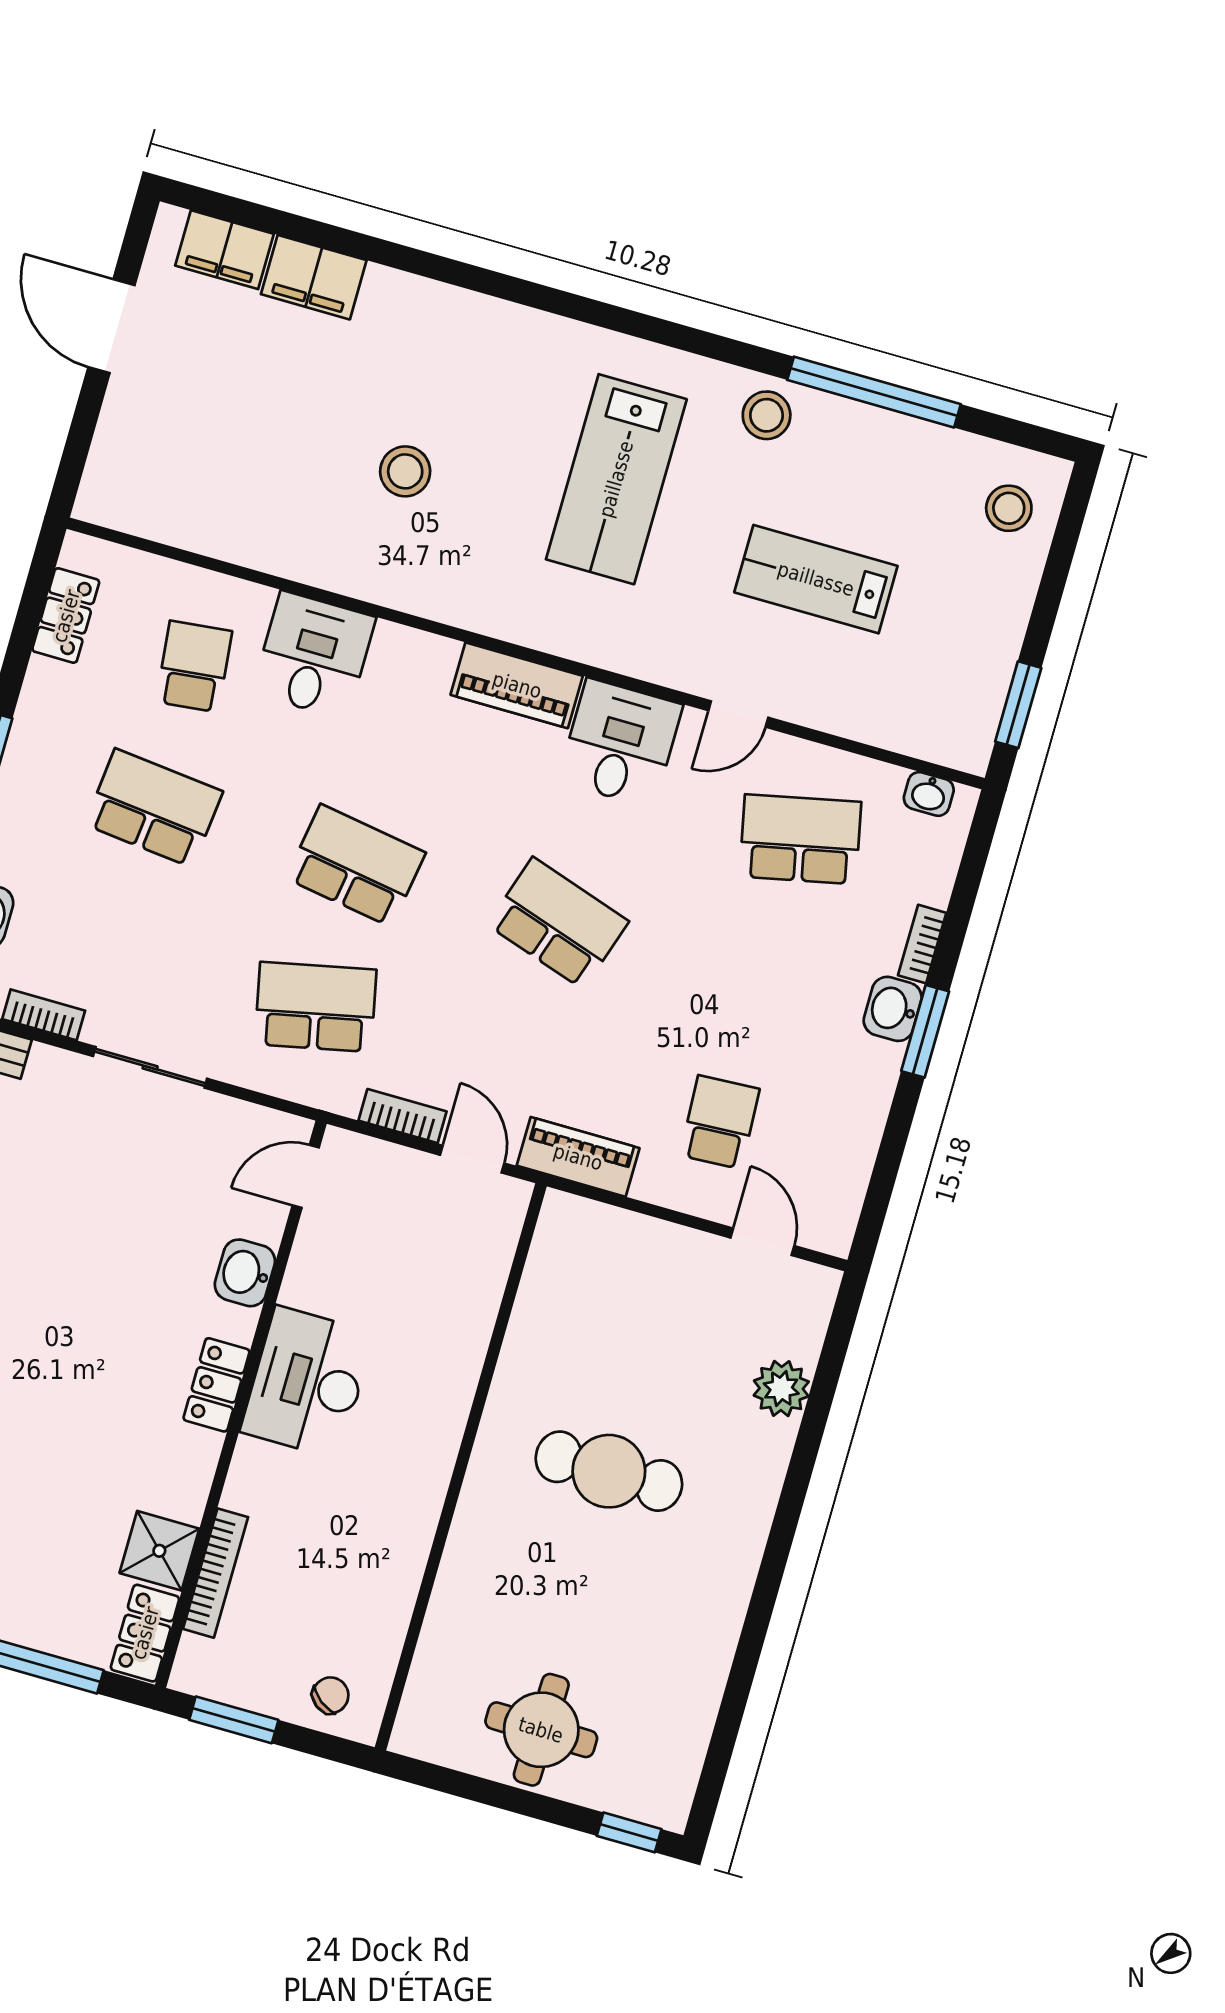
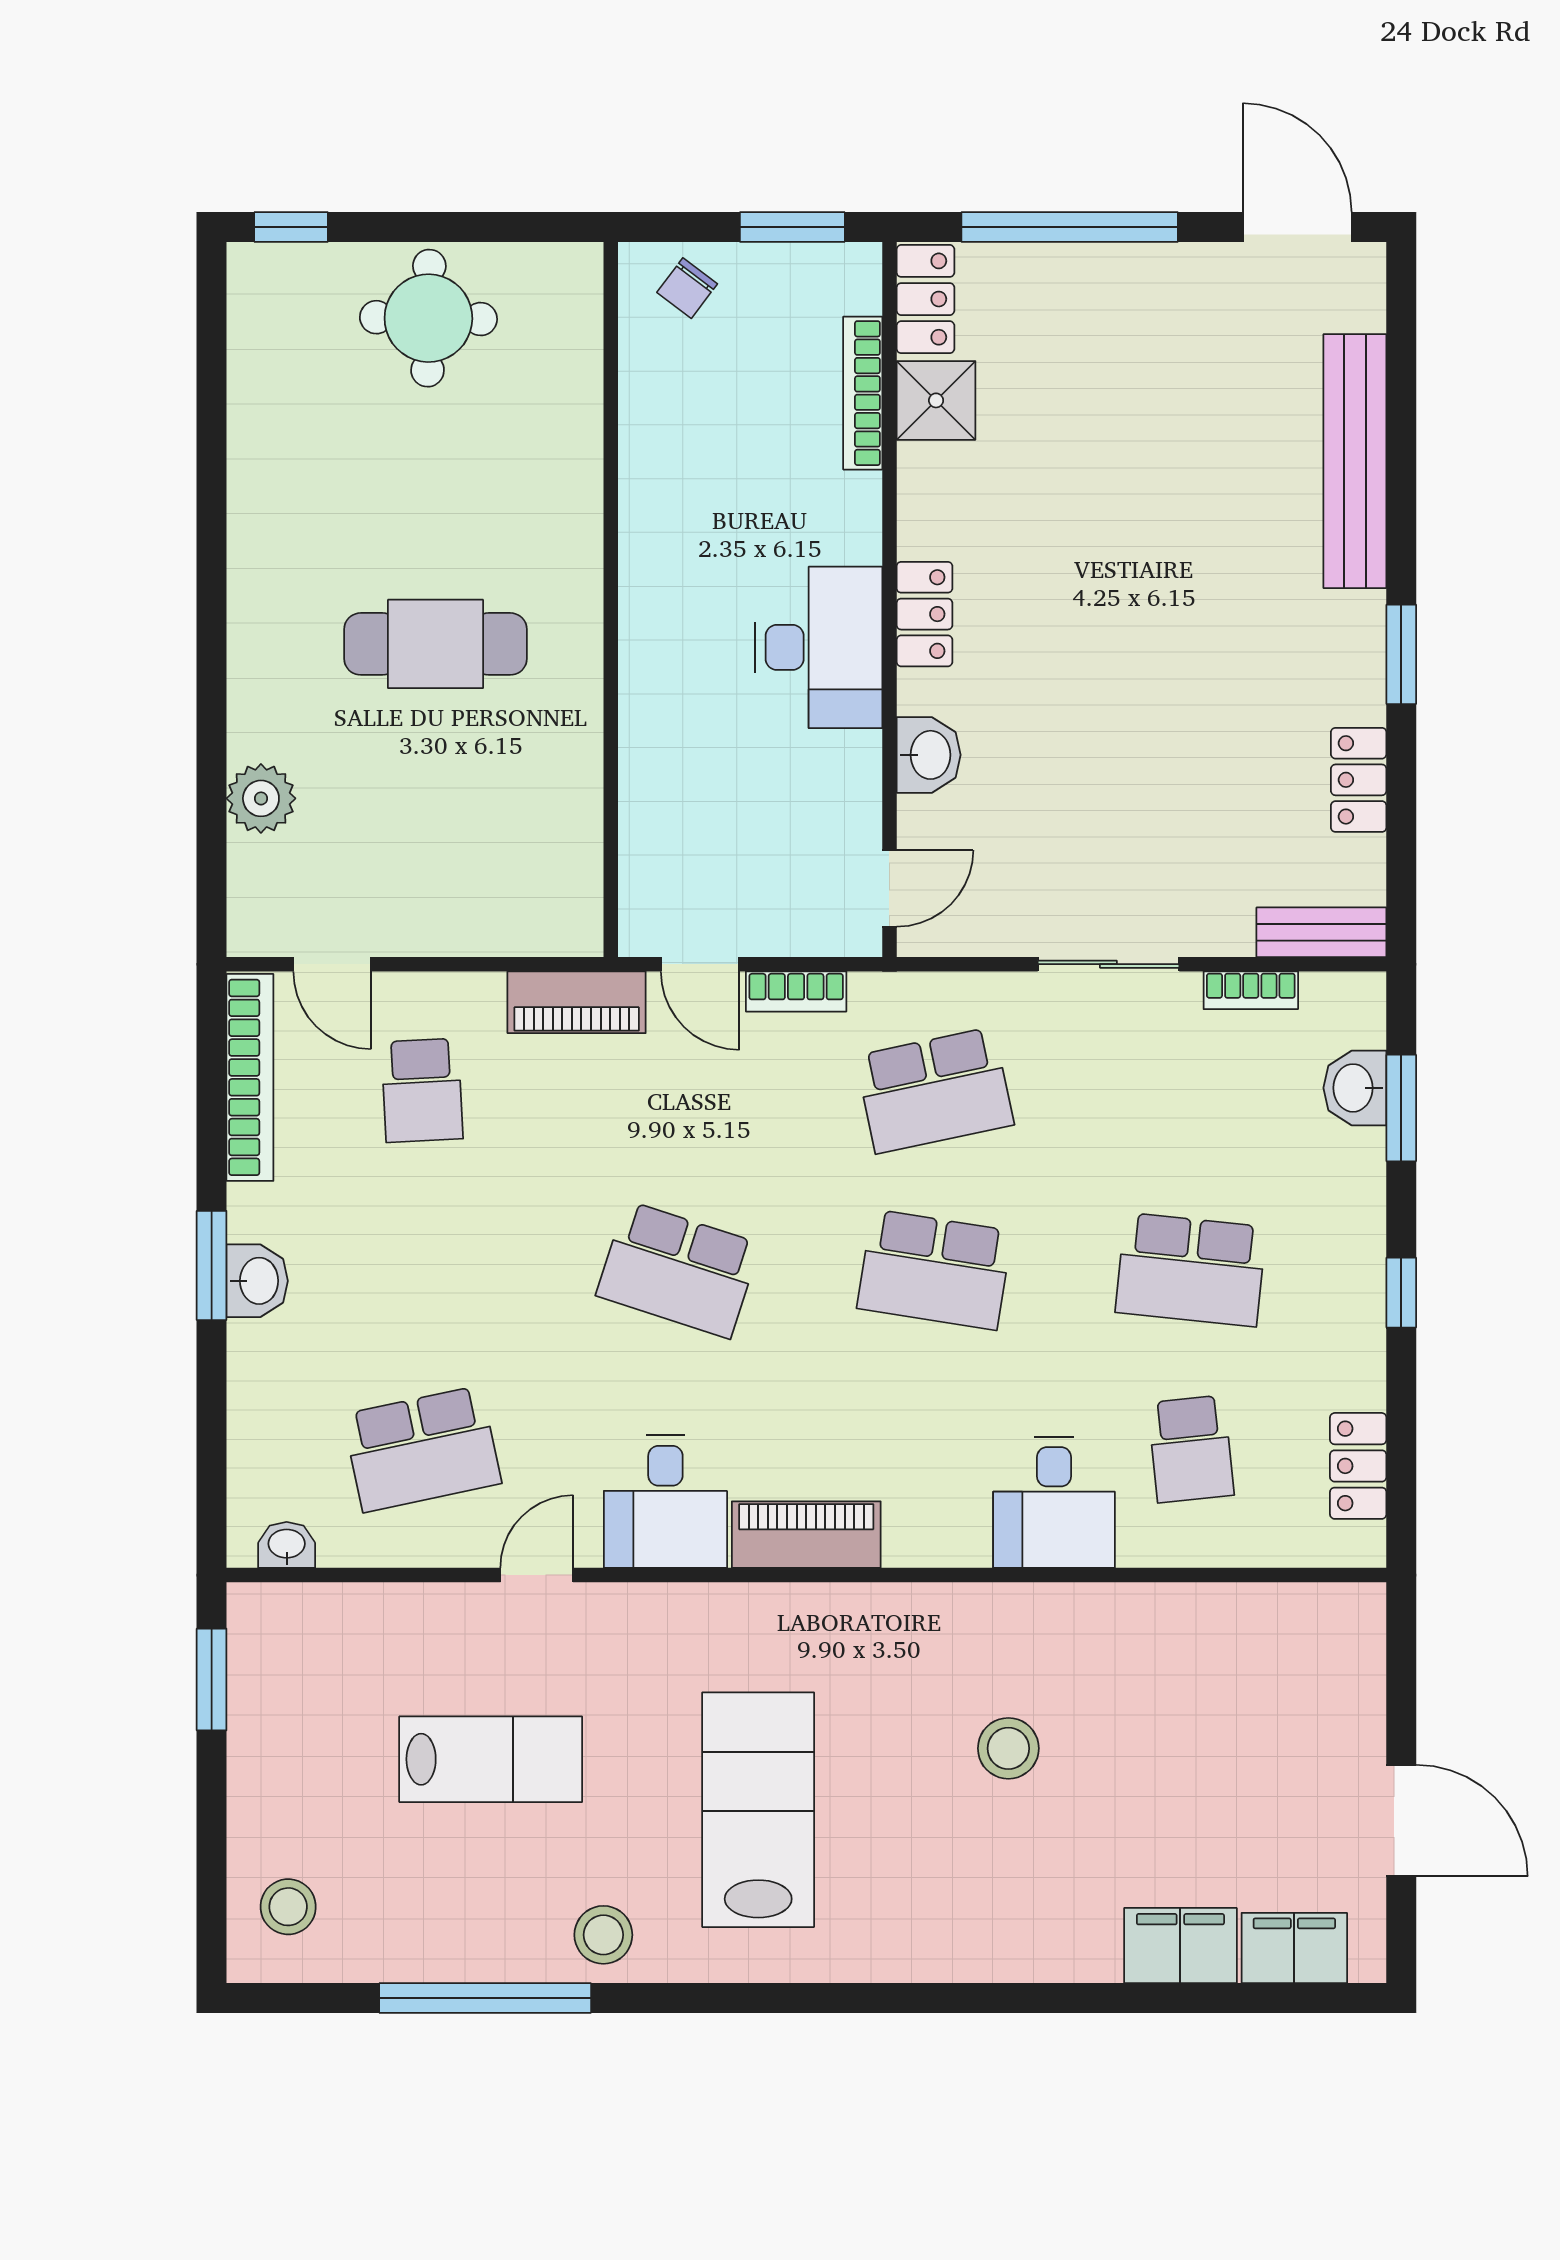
bookcase: (922, 944) -> (250, 1077), moved, width x2.31, depth x1.31

